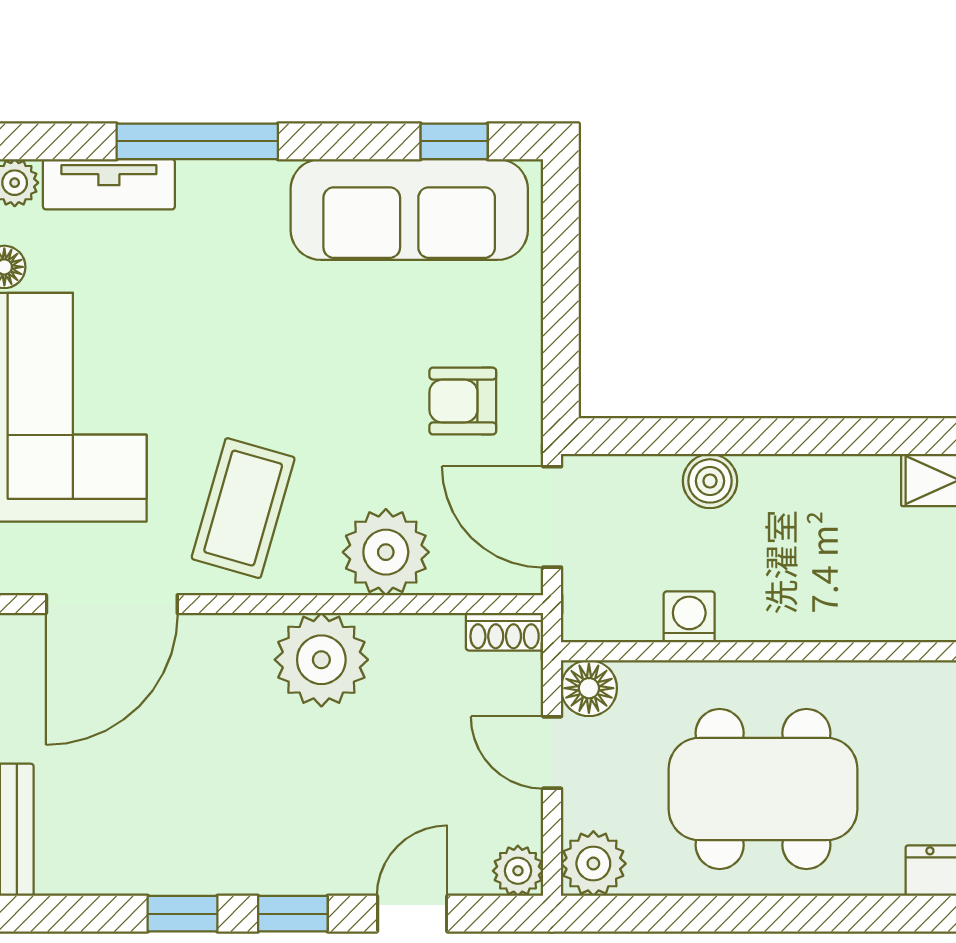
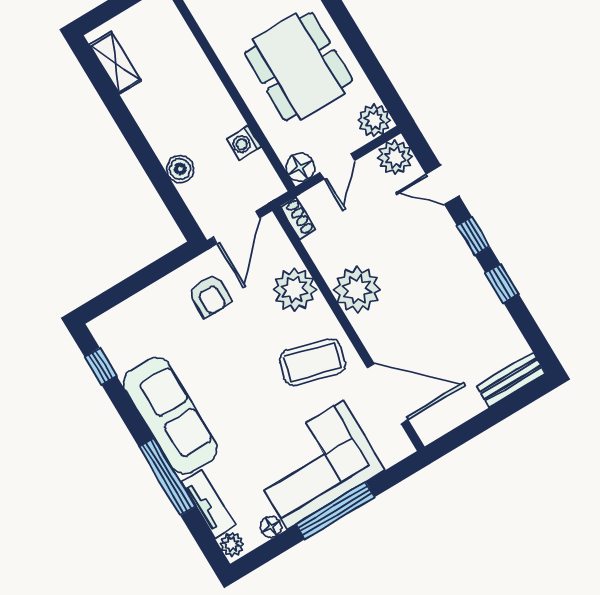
sofa: (409, 209) -> (170, 416), moved
plant: (518, 871) -> (395, 157), width x1.38, depth x1.38

